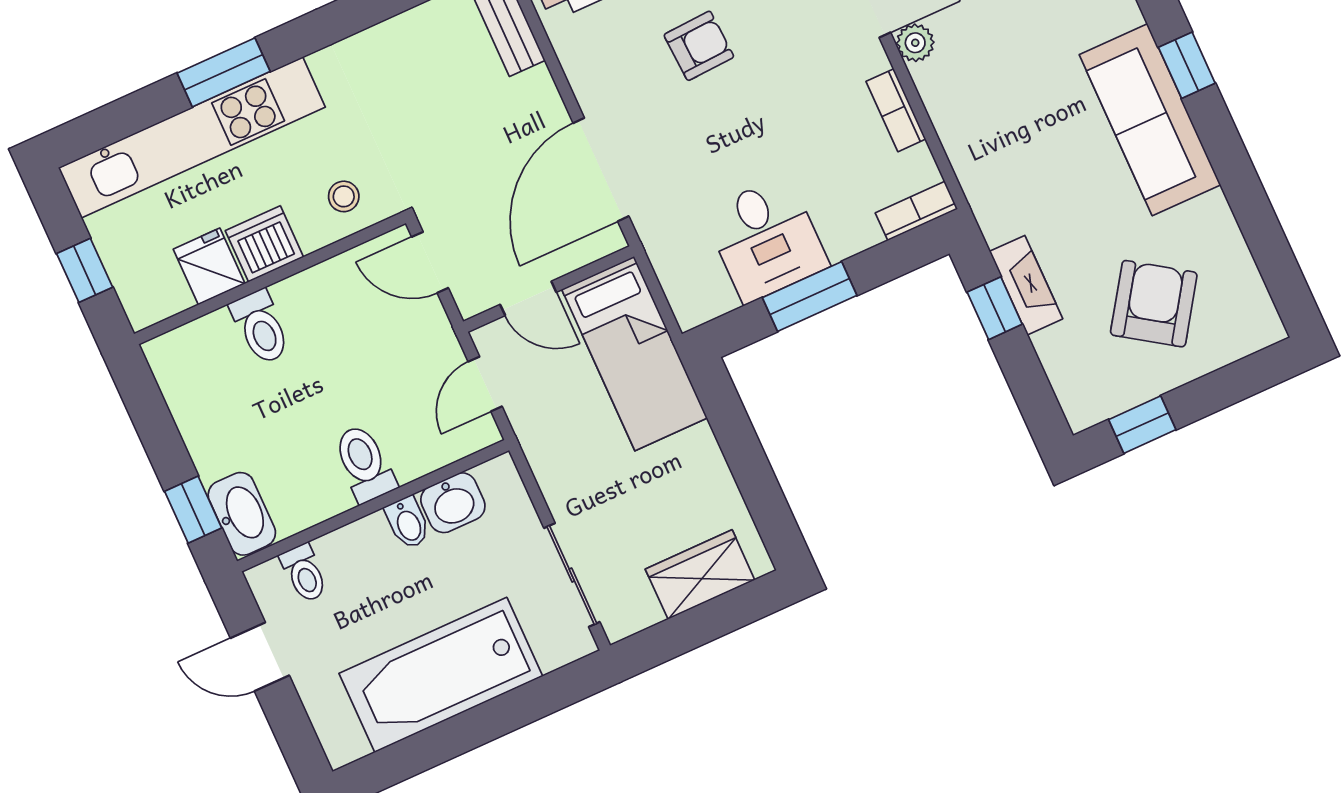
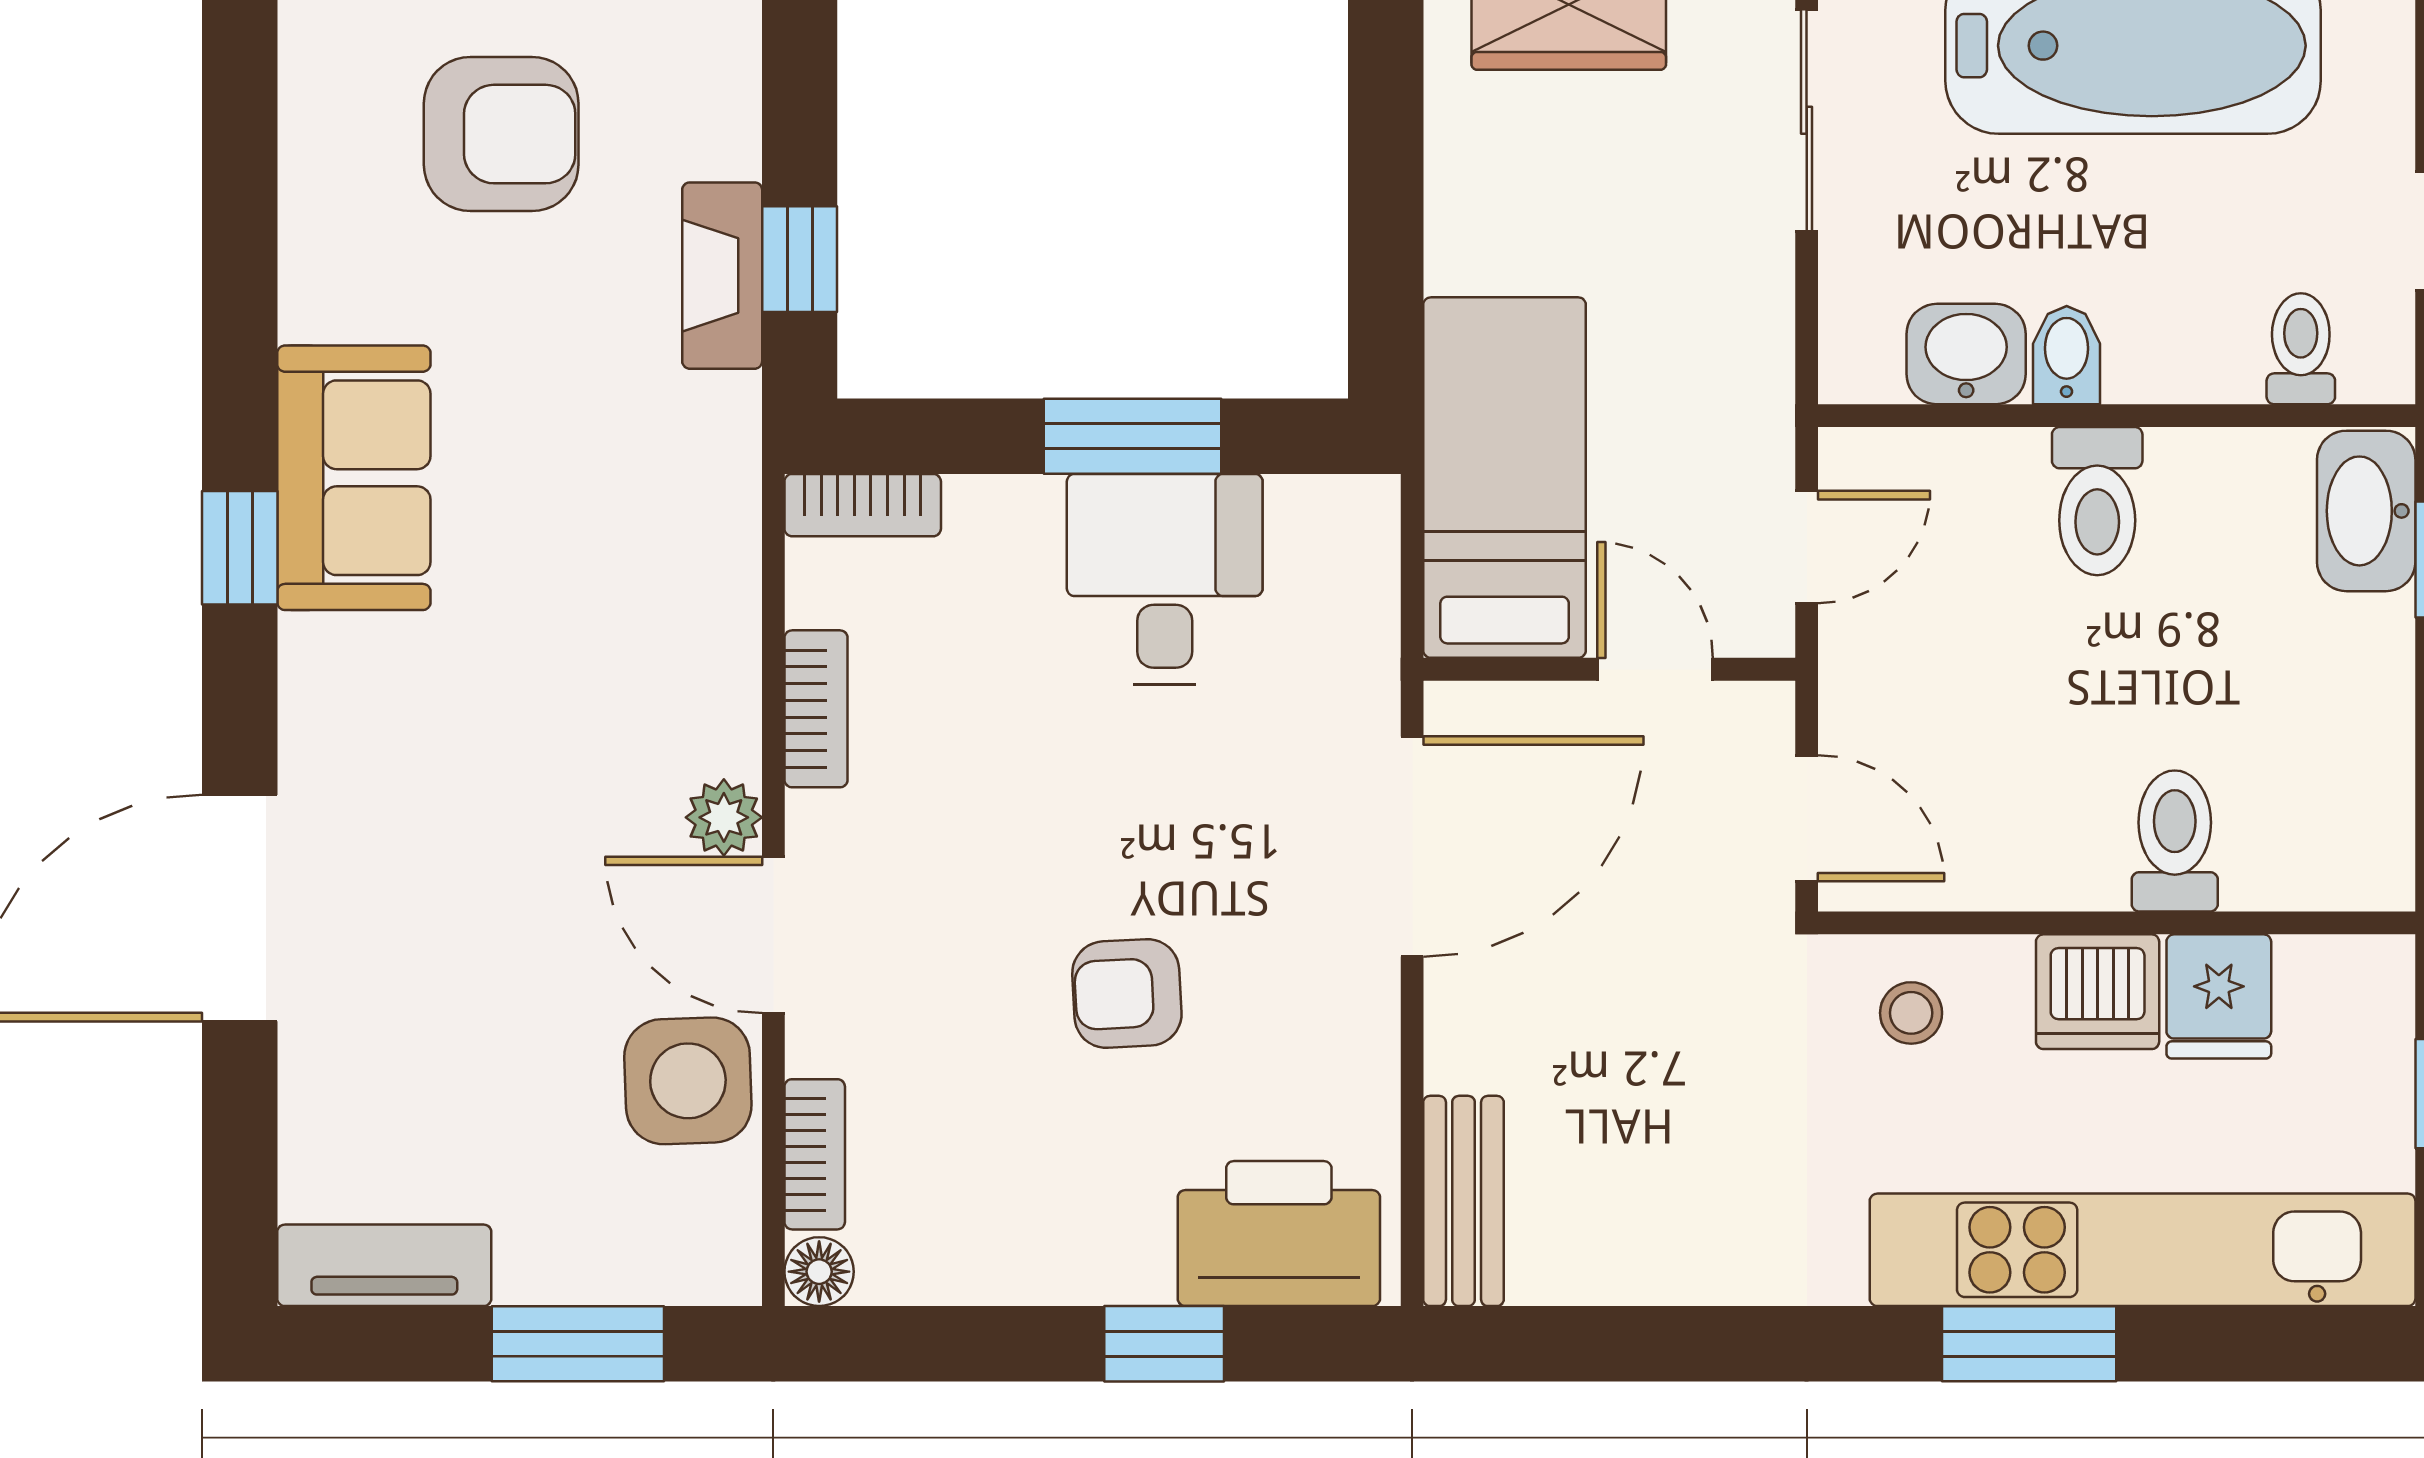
sofa: (1150, 120) -> (354, 478), width x0.73
armchair: (1154, 304) -> (501, 134), turned -124

